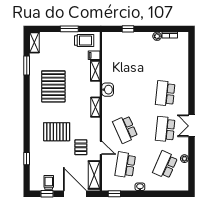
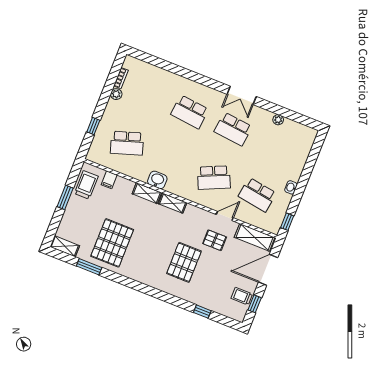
shelving: (95, 71) -> (147, 193), moved
pallet: (53, 86) -> (112, 243), moved, turned 90
school desk: (165, 165) -> (127, 143), moved, turned -42

